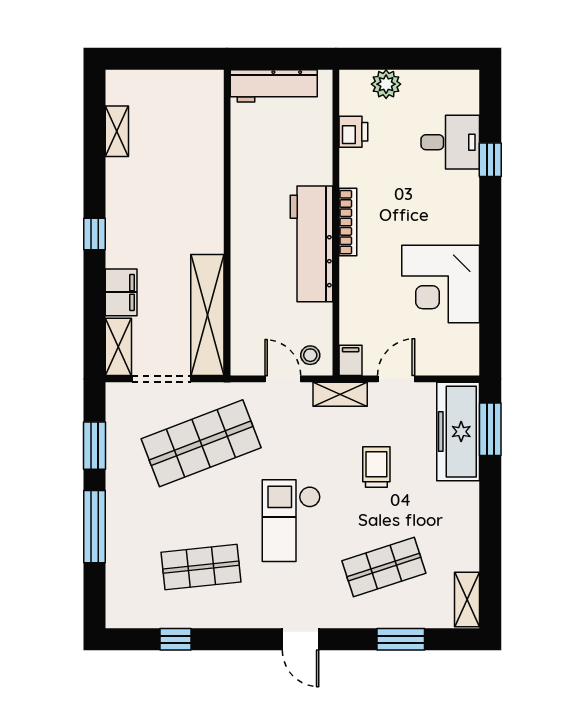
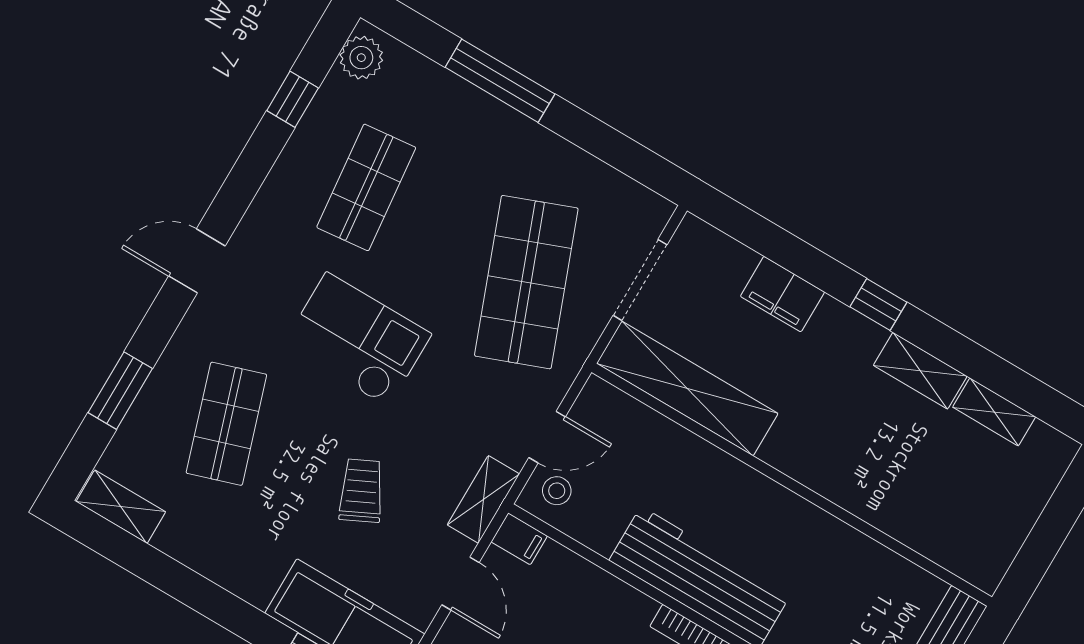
shelving: (118, 347) -> (920, 371), moved
window: (95, 446) -> (605, 143), removed
trolley: (376, 467) -> (361, 491), turned -116
plant: (128, 614) -> (361, 58), added

